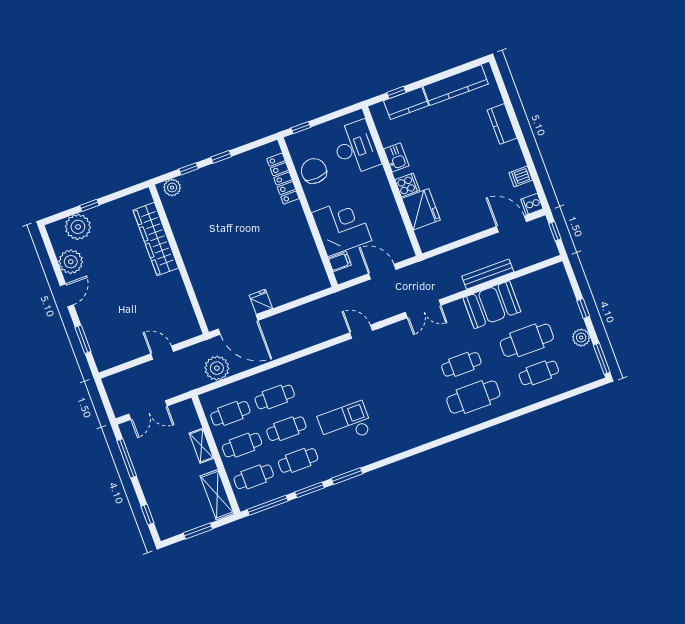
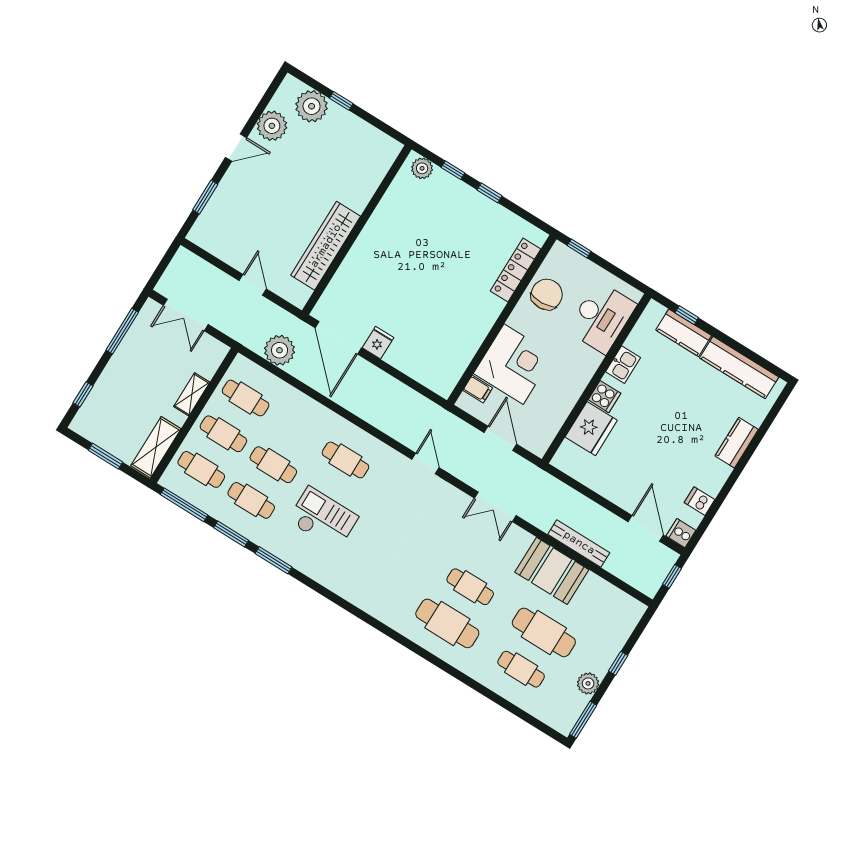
wardrobe: (156, 239) -> (326, 246), moved
cafe table: (275, 397) -> (345, 460), moved

